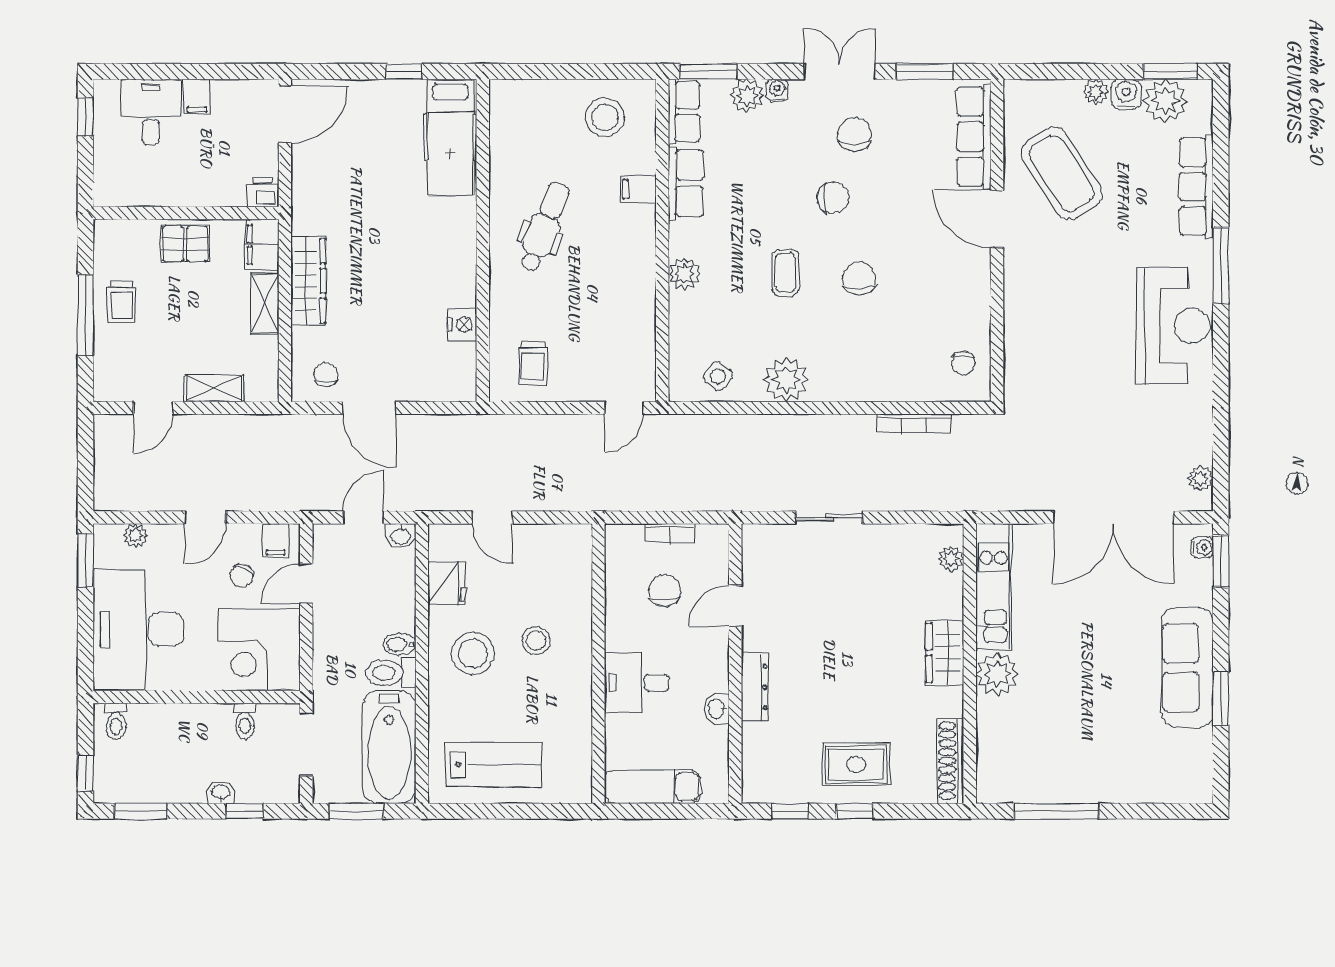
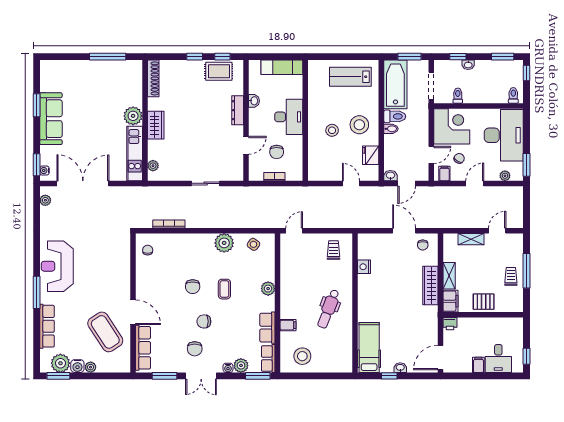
washbasin: (378, 91) -> (400, 368), added
desk: (637, 683) -> (289, 117), width x1.37
rug: (856, 764) -> (219, 71), moved

